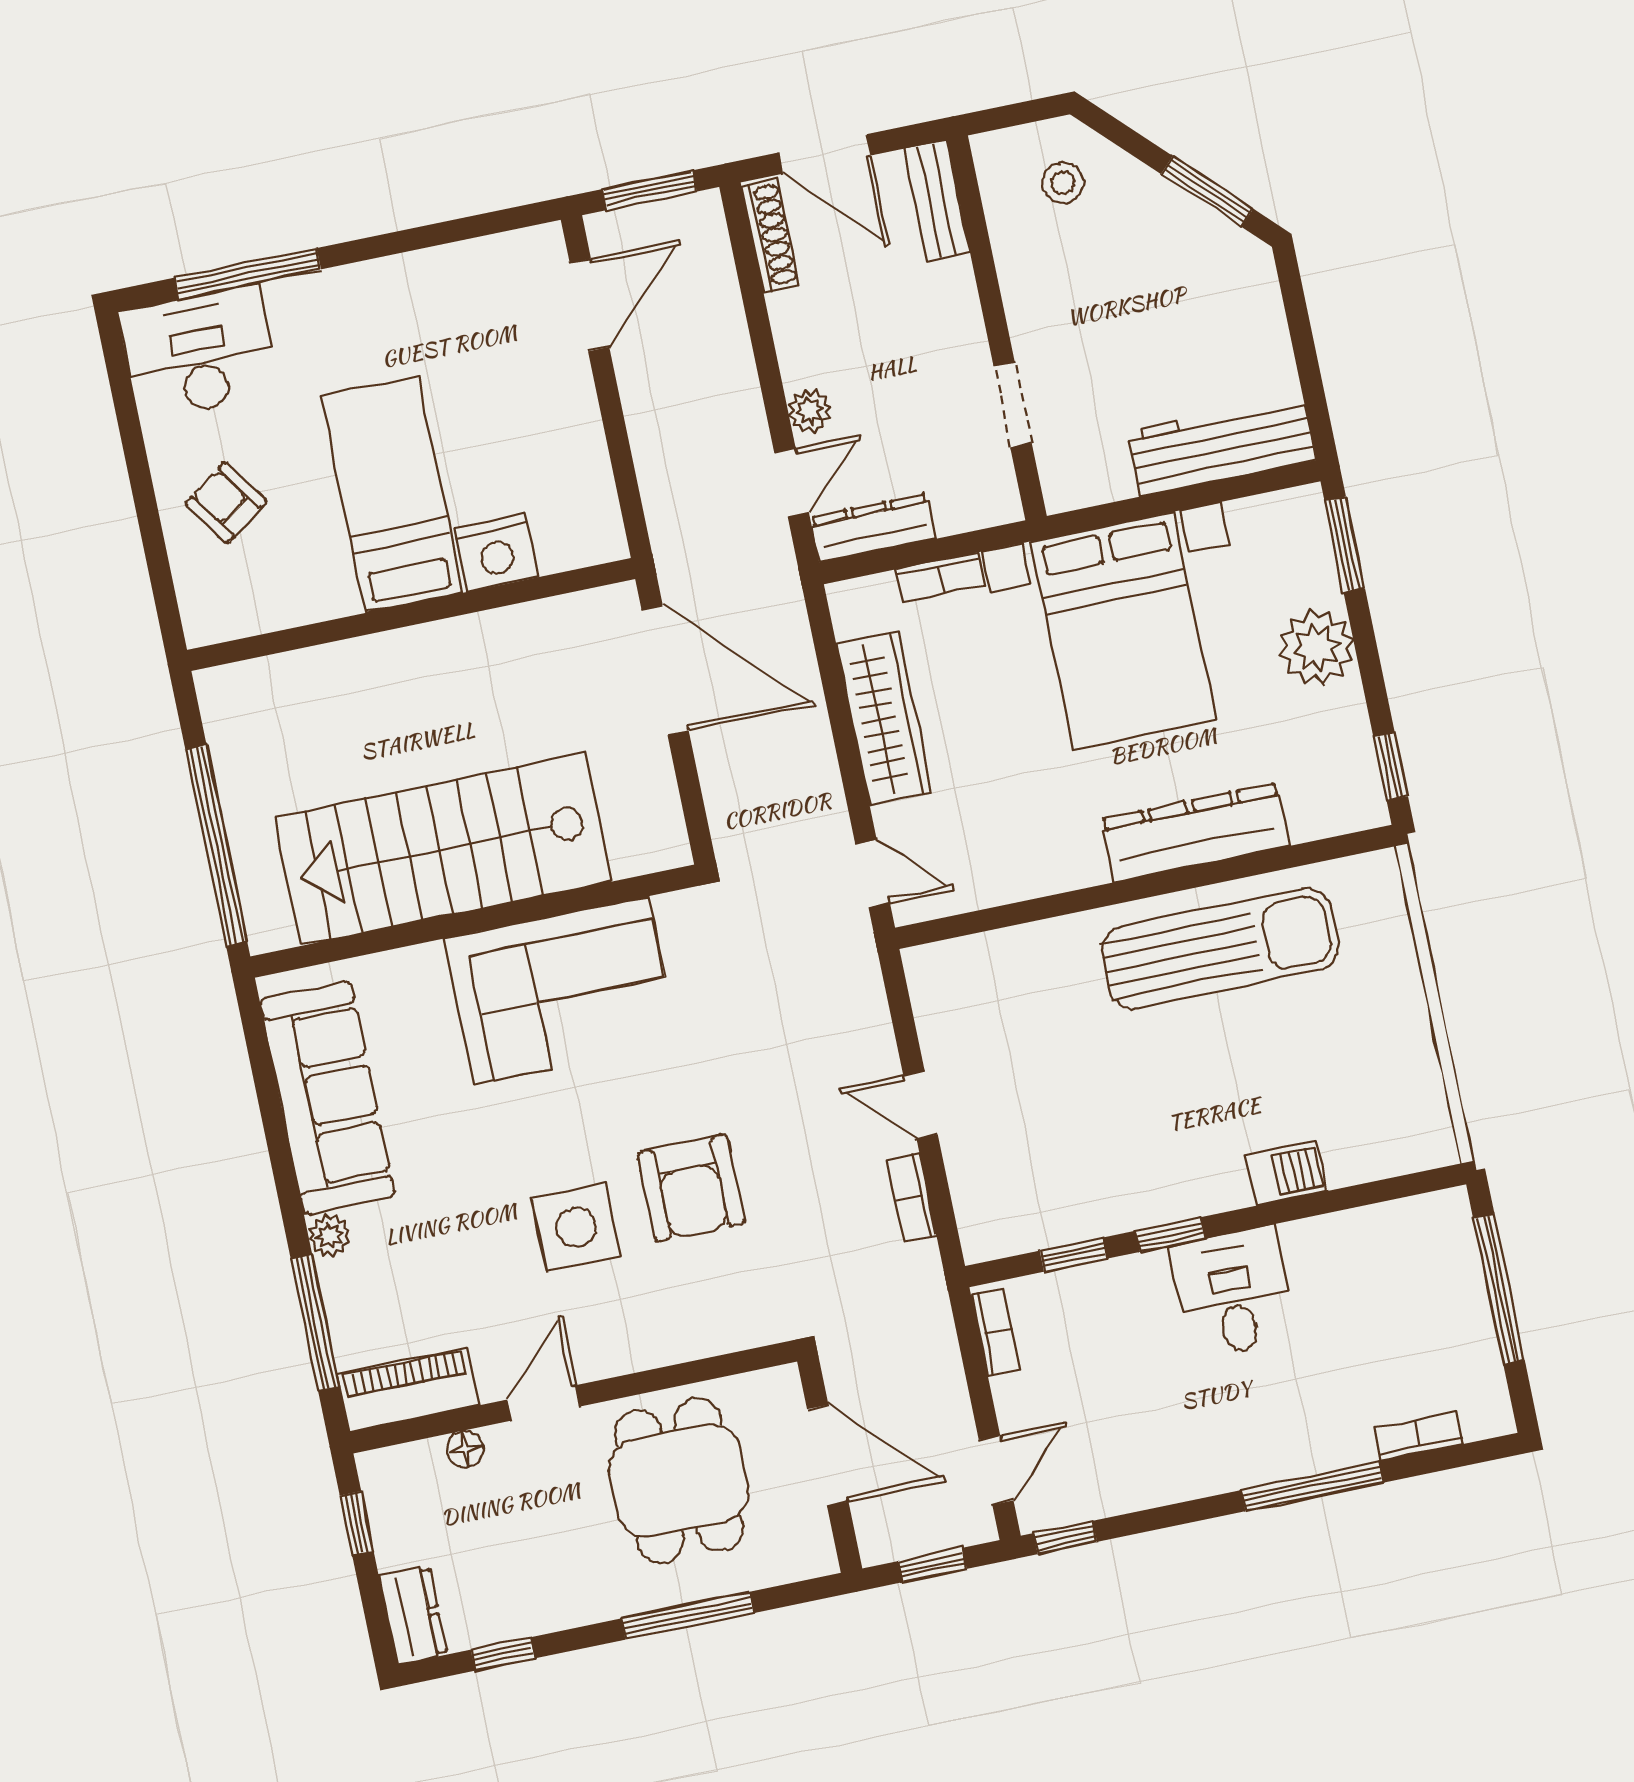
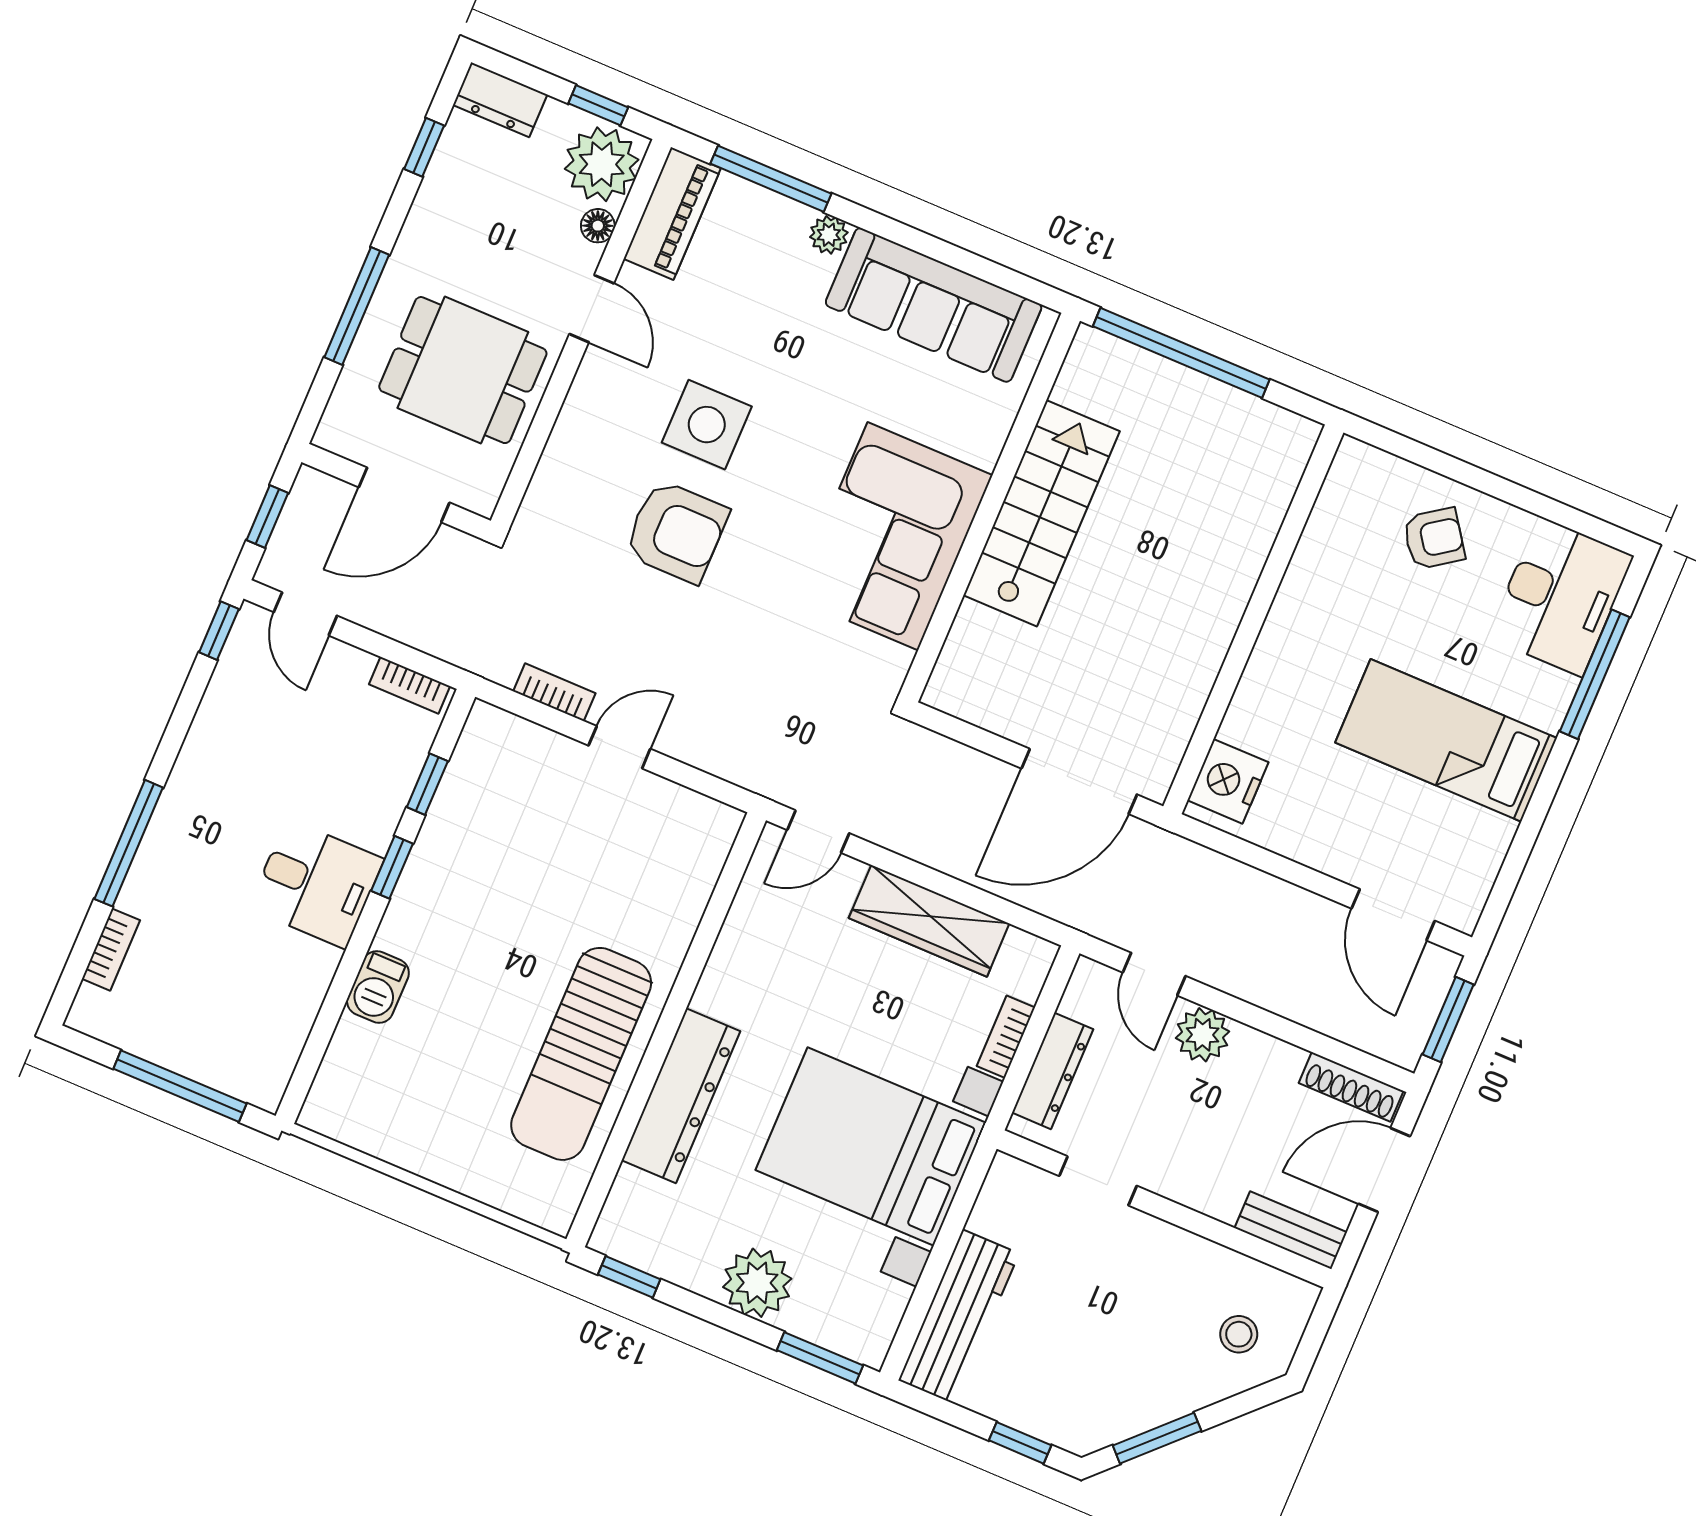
window: (1297, 312) -> (1020, 1443), added
plant: (810, 411) -> (1203, 1035), width x1.38, depth x1.38
bed: (392, 494) -> (1446, 740), moved, turned 180
dresser: (873, 528) -> (1053, 1071), moved
nightstand: (496, 552) -> (1228, 781), moved
stairs: (443, 849) -> (1042, 513), width x0.73, depth x0.66
armchair: (691, 1188) -> (676, 531), turned 180
plant: (408, 1484) -> (602, 164), added

